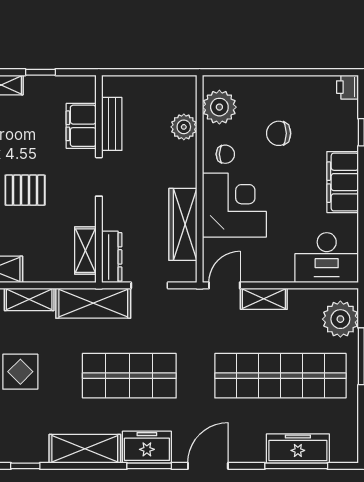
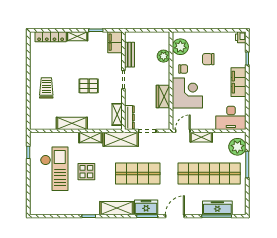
filing cabinet: (81, 126) -> (115, 42), moved
wardrobe: (183, 224) -> (163, 96), width x0.67

